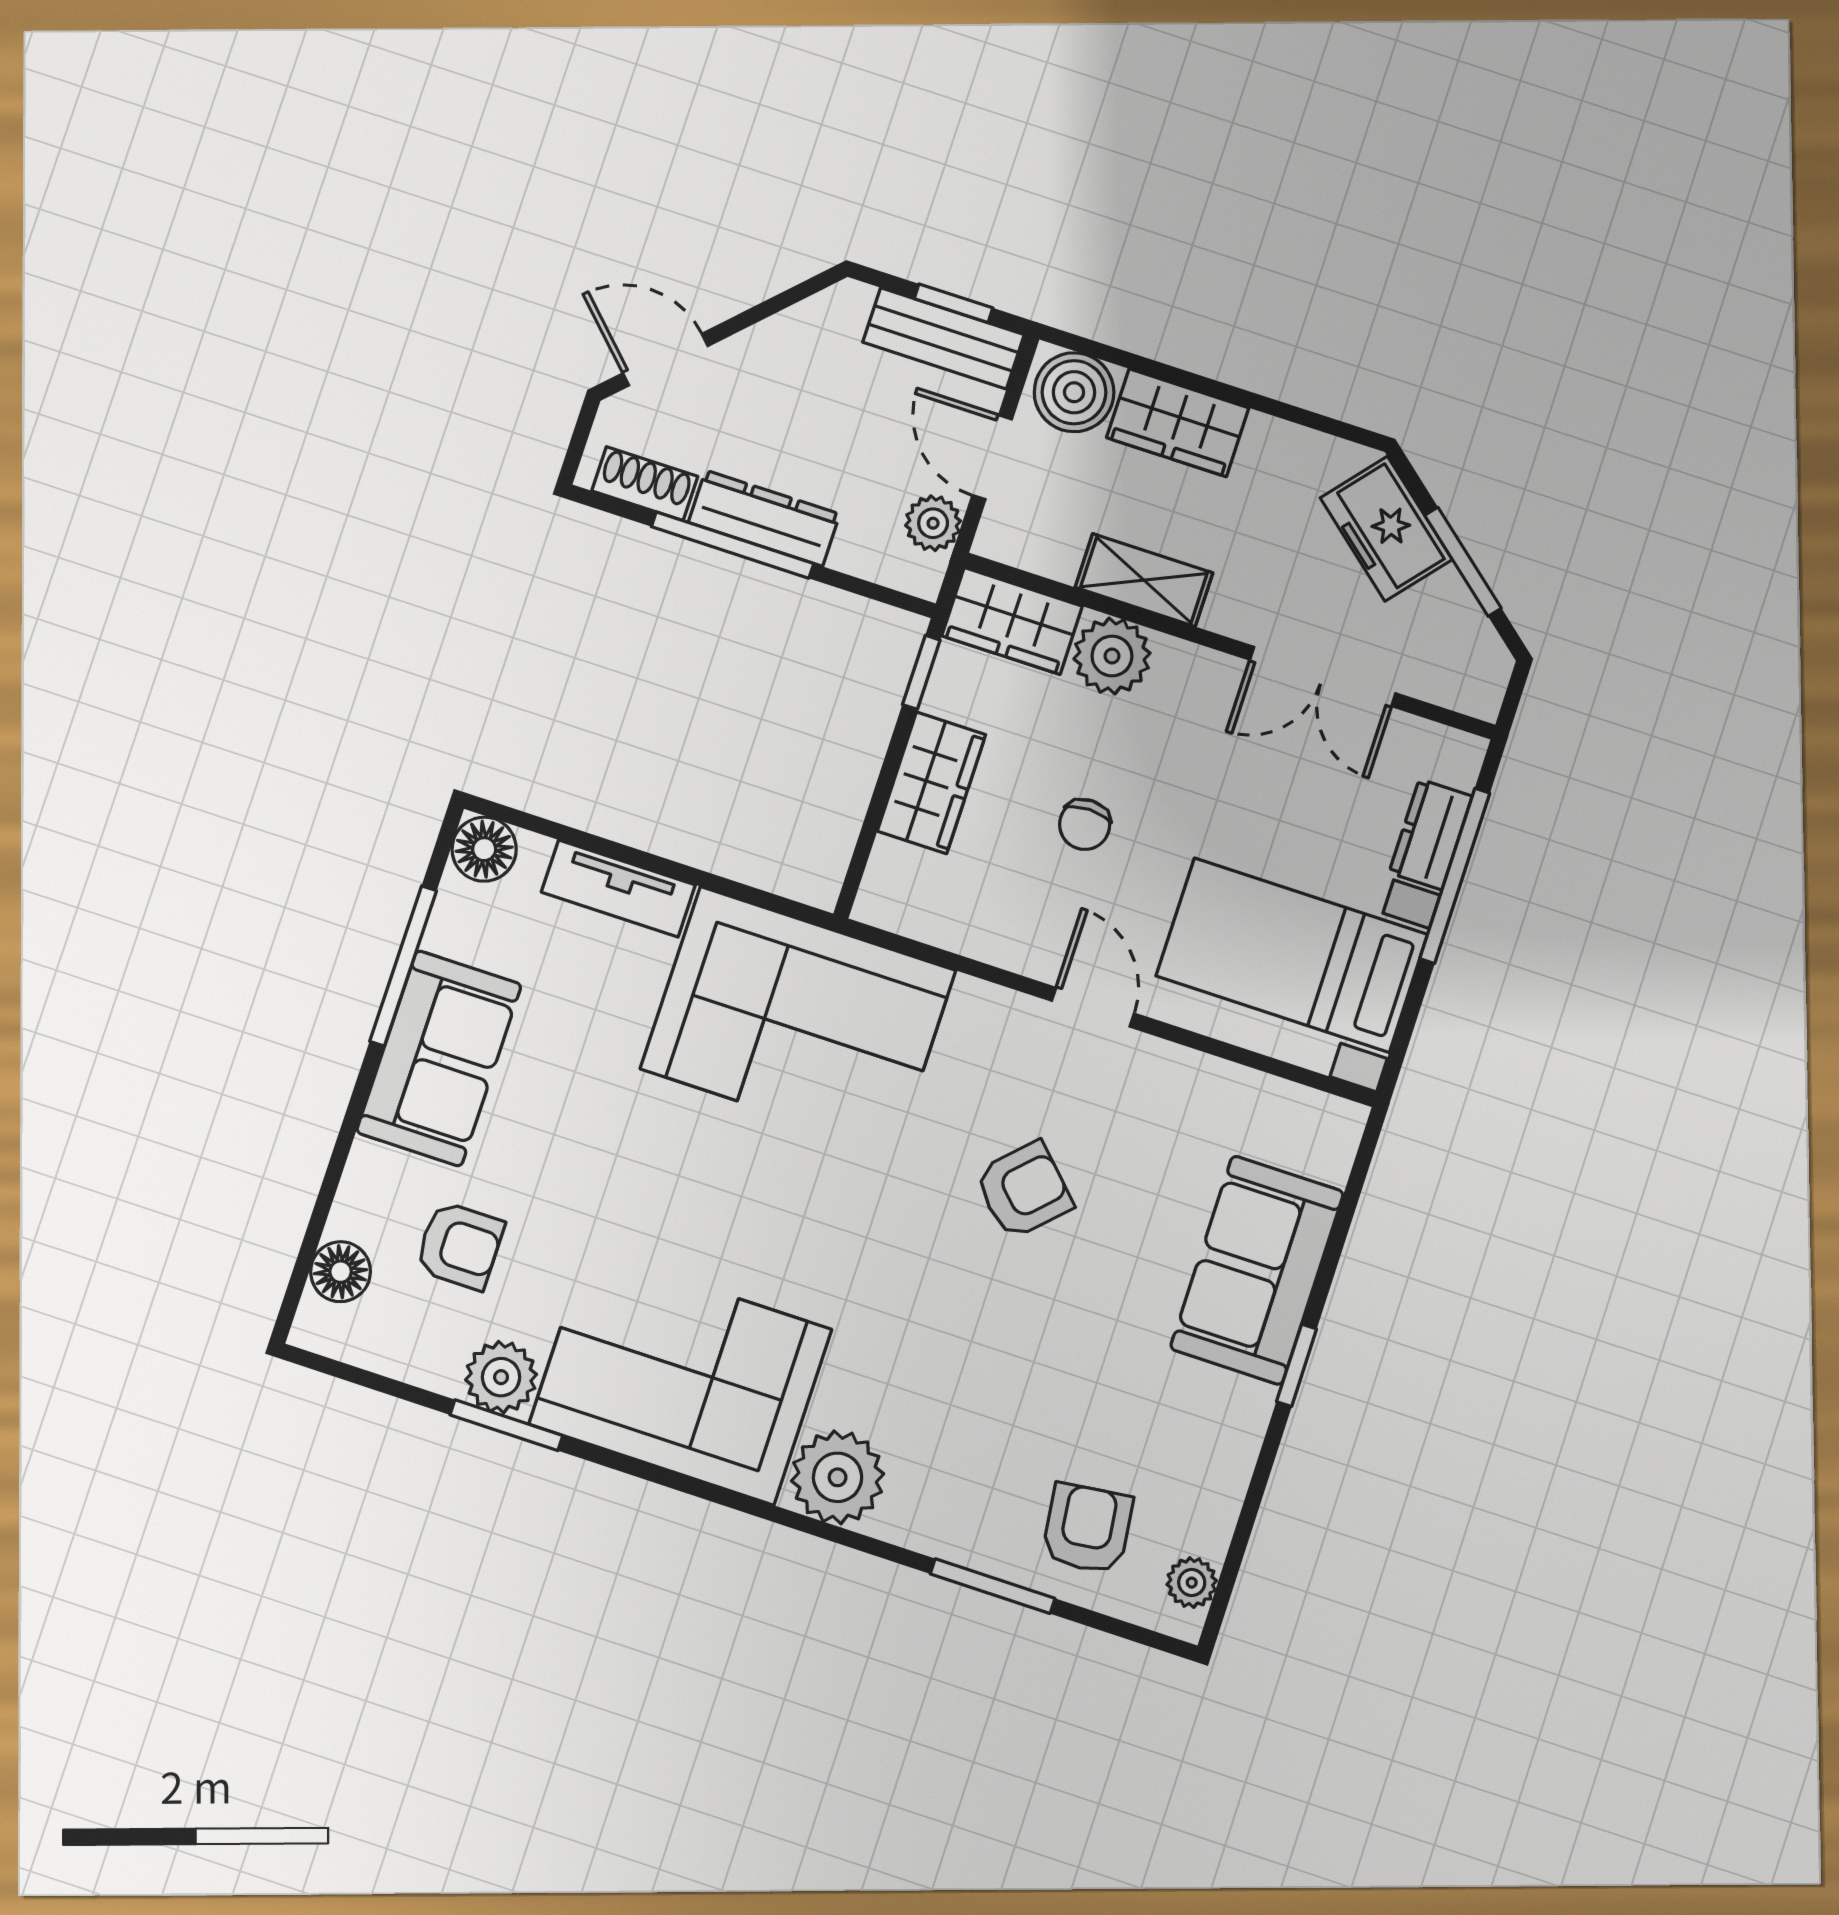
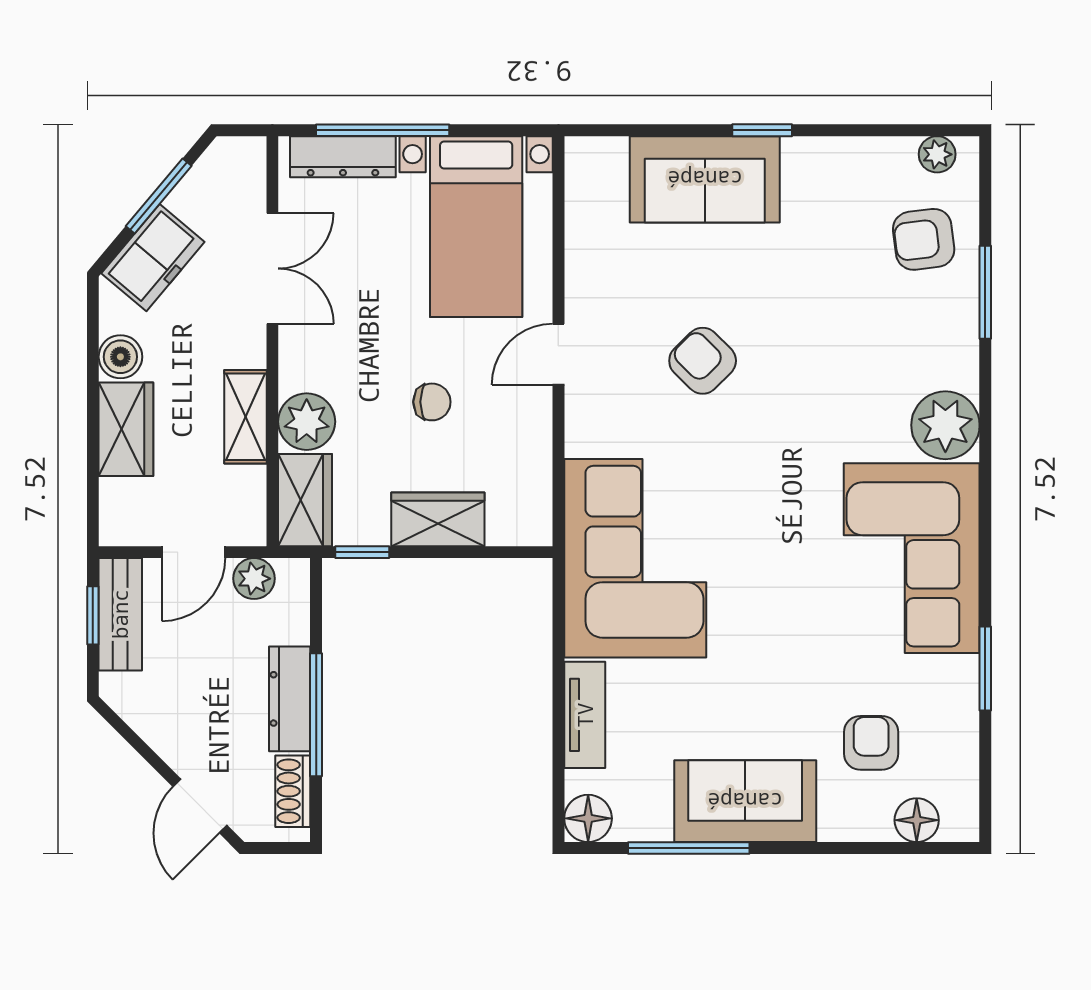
boiler: (1074, 392) -> (120, 357), moved, width x0.73, depth x0.73
dresser: (1431, 834) -> (343, 157), width x1.44
plant: (501, 1377) -> (953, 683), removed

